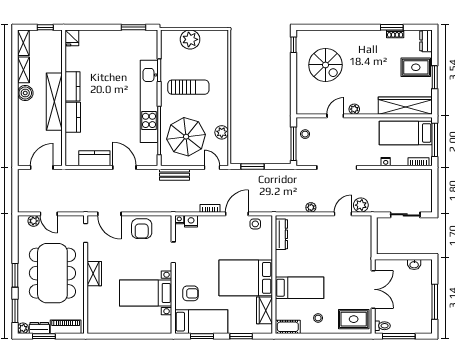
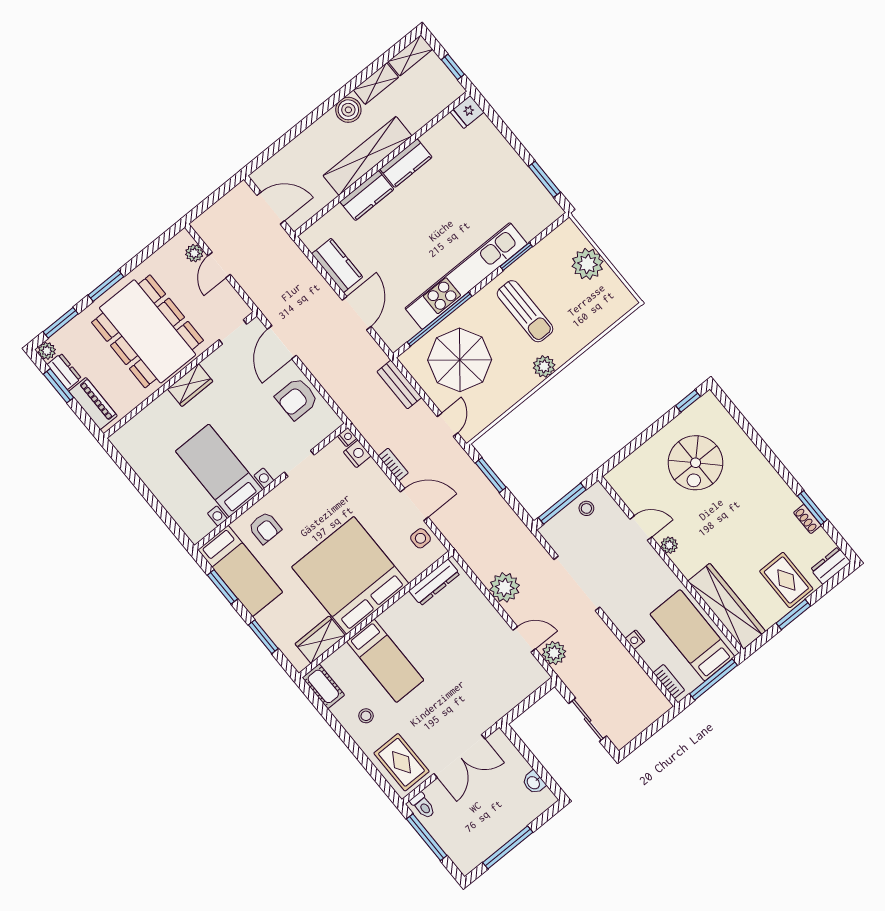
plant: (222, 132) -> (544, 366), moved
plant: (311, 207) -> (505, 587), width x1.88, depth x1.88
dining table: (52, 273) -> (148, 331), turned 90
bed: (246, 278) -> (350, 575), width x1.36

